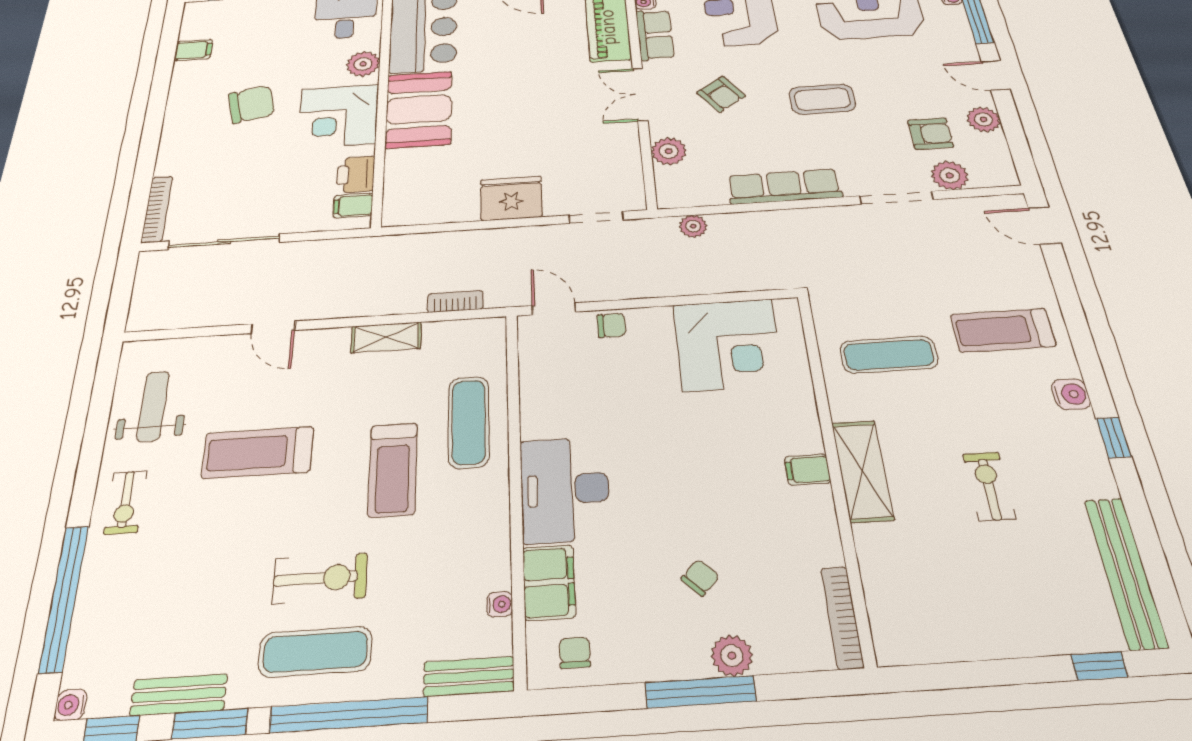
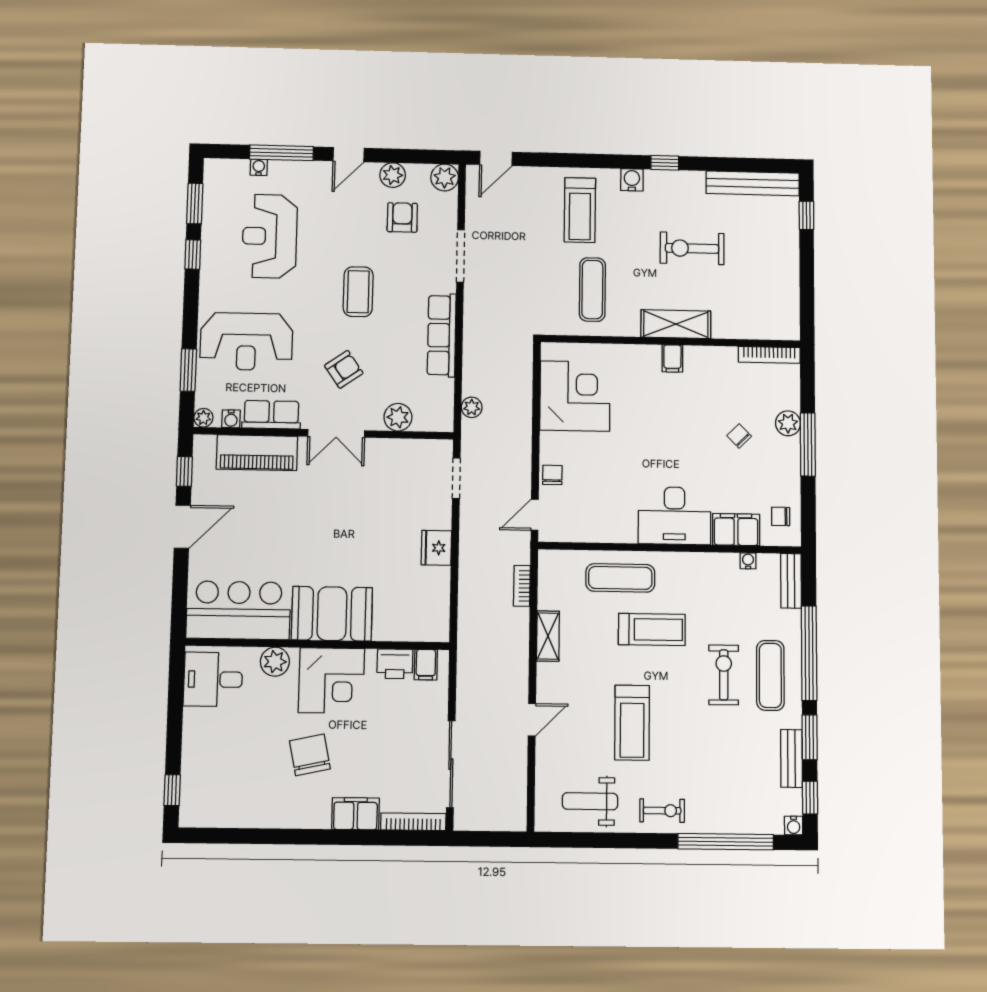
filing cabinet: (193, 50) -> (355, 814), moved, width x2.00
plant: (950, 175) -> (445, 177), moved
fridge: (511, 198) -> (436, 548), width x0.73, depth x0.75
exercise bike: (989, 486) -> (692, 248), width x1.38, depth x1.39

